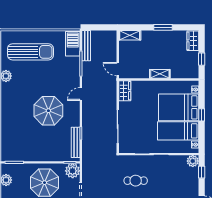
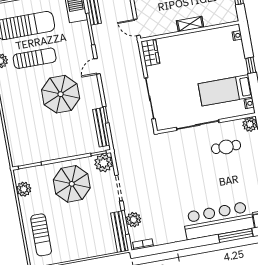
sun lounger: (33, 79) -> (35, 58), added
bed: (179, 107) -> (221, 61), removed
cafe table: (136, 181) -> (226, 147), moved

